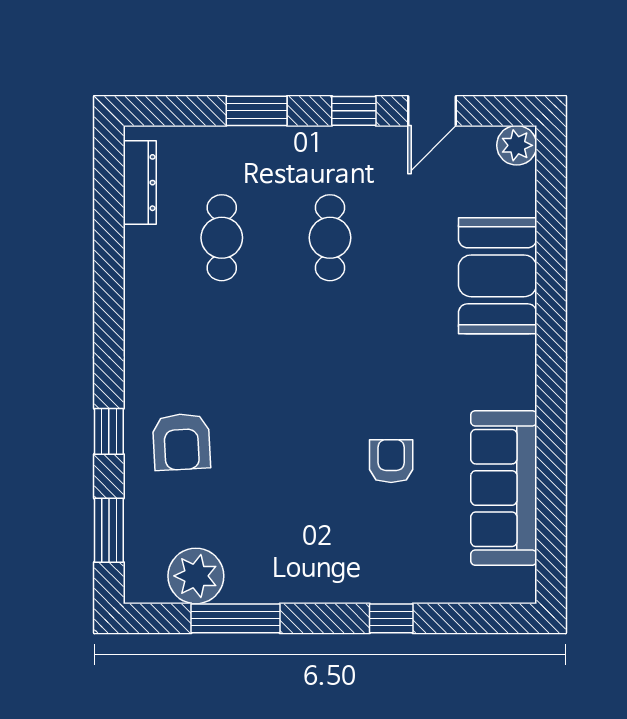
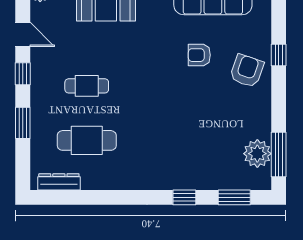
cafe table: (222, 238) -> (87, 140), width x1.37, depth x1.35
armchair: (181, 442) -> (247, 71), moved, turned -68
window: (235, 618) -> (279, 154), moved

